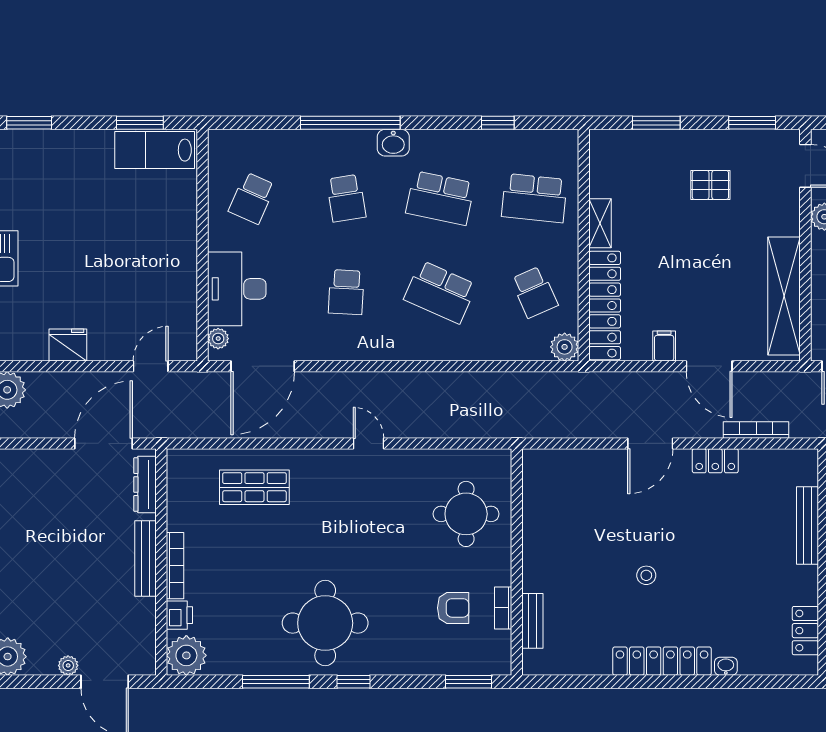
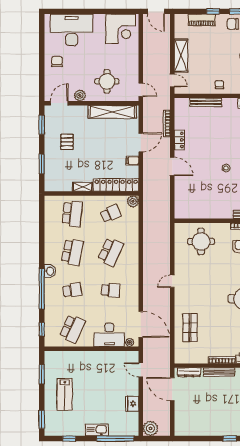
window: (498, 123) -> (42, 329), moved
lab bench: (155, 150) -> (65, 394), moved
school desk: (252, 198) -> (72, 329), width x1.85

